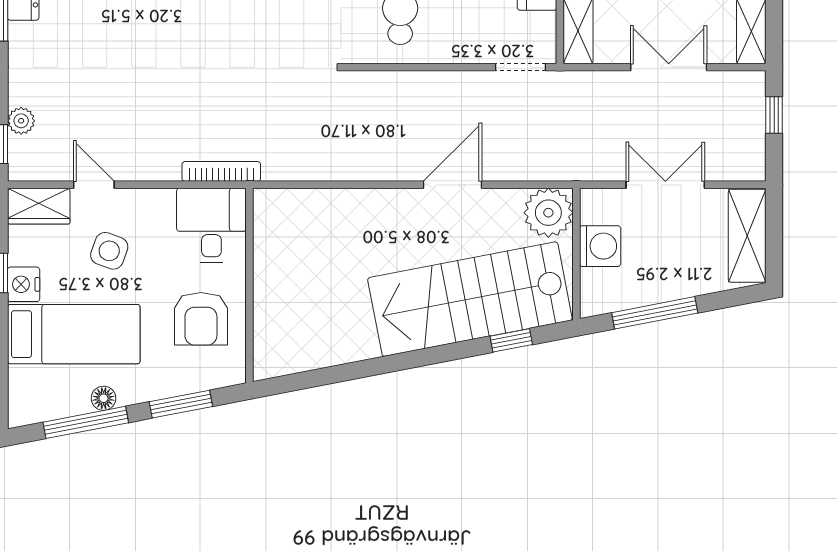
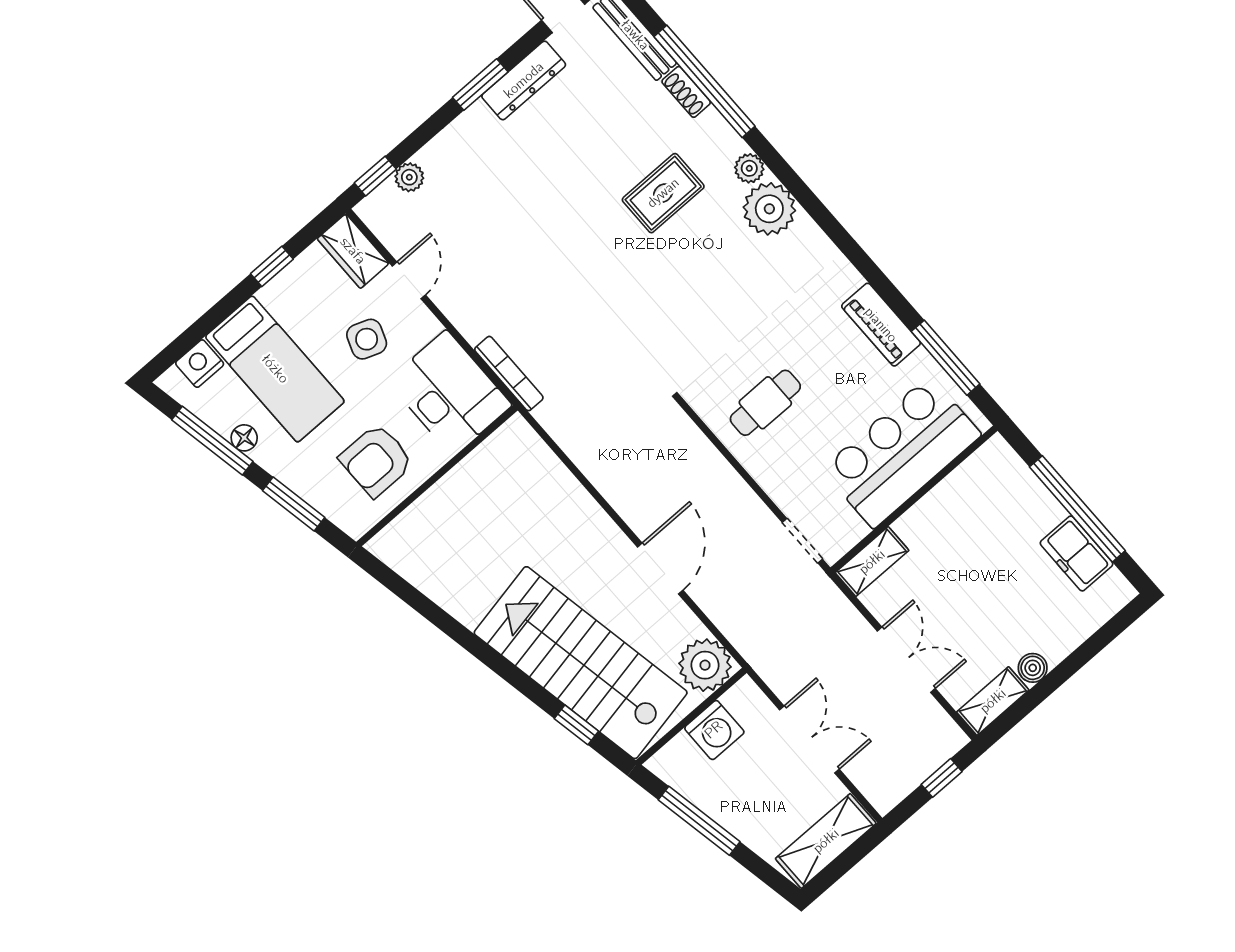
door: (453, 185) -> (660, 569), hinge flipped
desk: (211, 225) -> (450, 393), width x1.37
nightstand: (24, 284) -> (200, 364), moved

